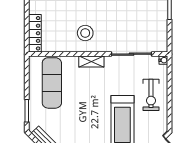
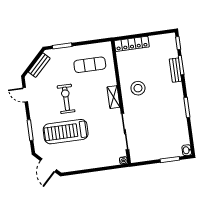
exercise mat: (52, 83) -> (90, 65), width x0.73, depth x0.69
exercise bike: (151, 95) -> (66, 99), moved, turned 90

